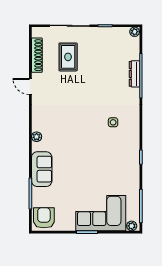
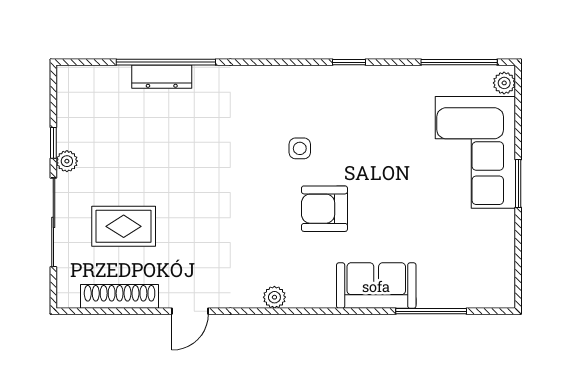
plant: (135, 32) -> (67, 161), moved
side table: (113, 122) -> (300, 148), moved
plant: (37, 137) -> (274, 297), moved
armchair: (44, 218) -> (324, 209), moved

